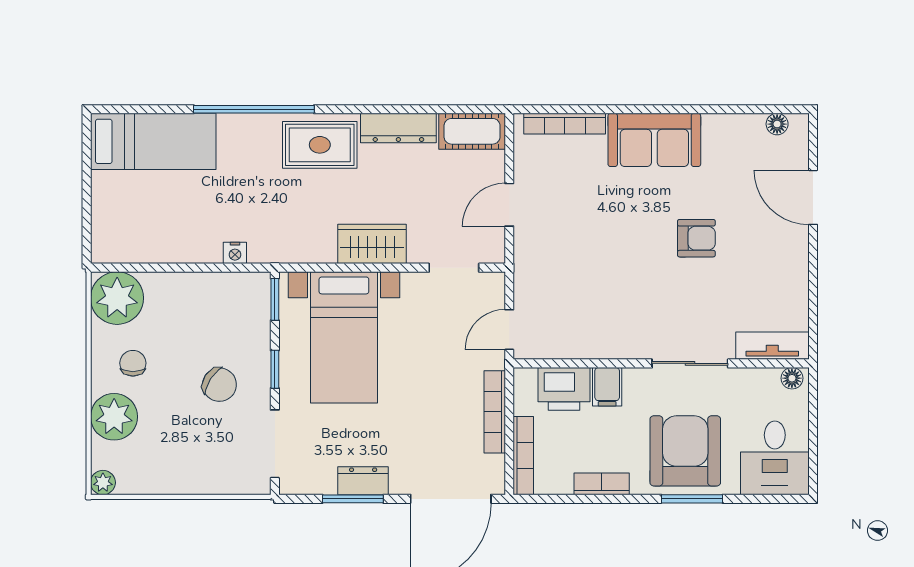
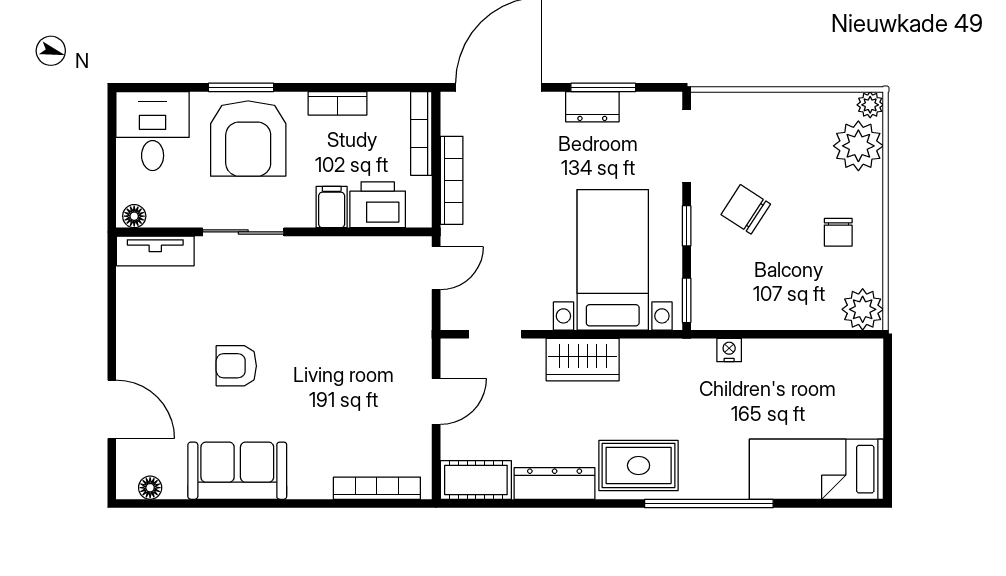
sofa: (654, 140) -> (237, 471), moved
plant: (117, 298) -> (863, 309), width x0.73, depth x0.73
plant: (114, 417) -> (858, 146), moved

